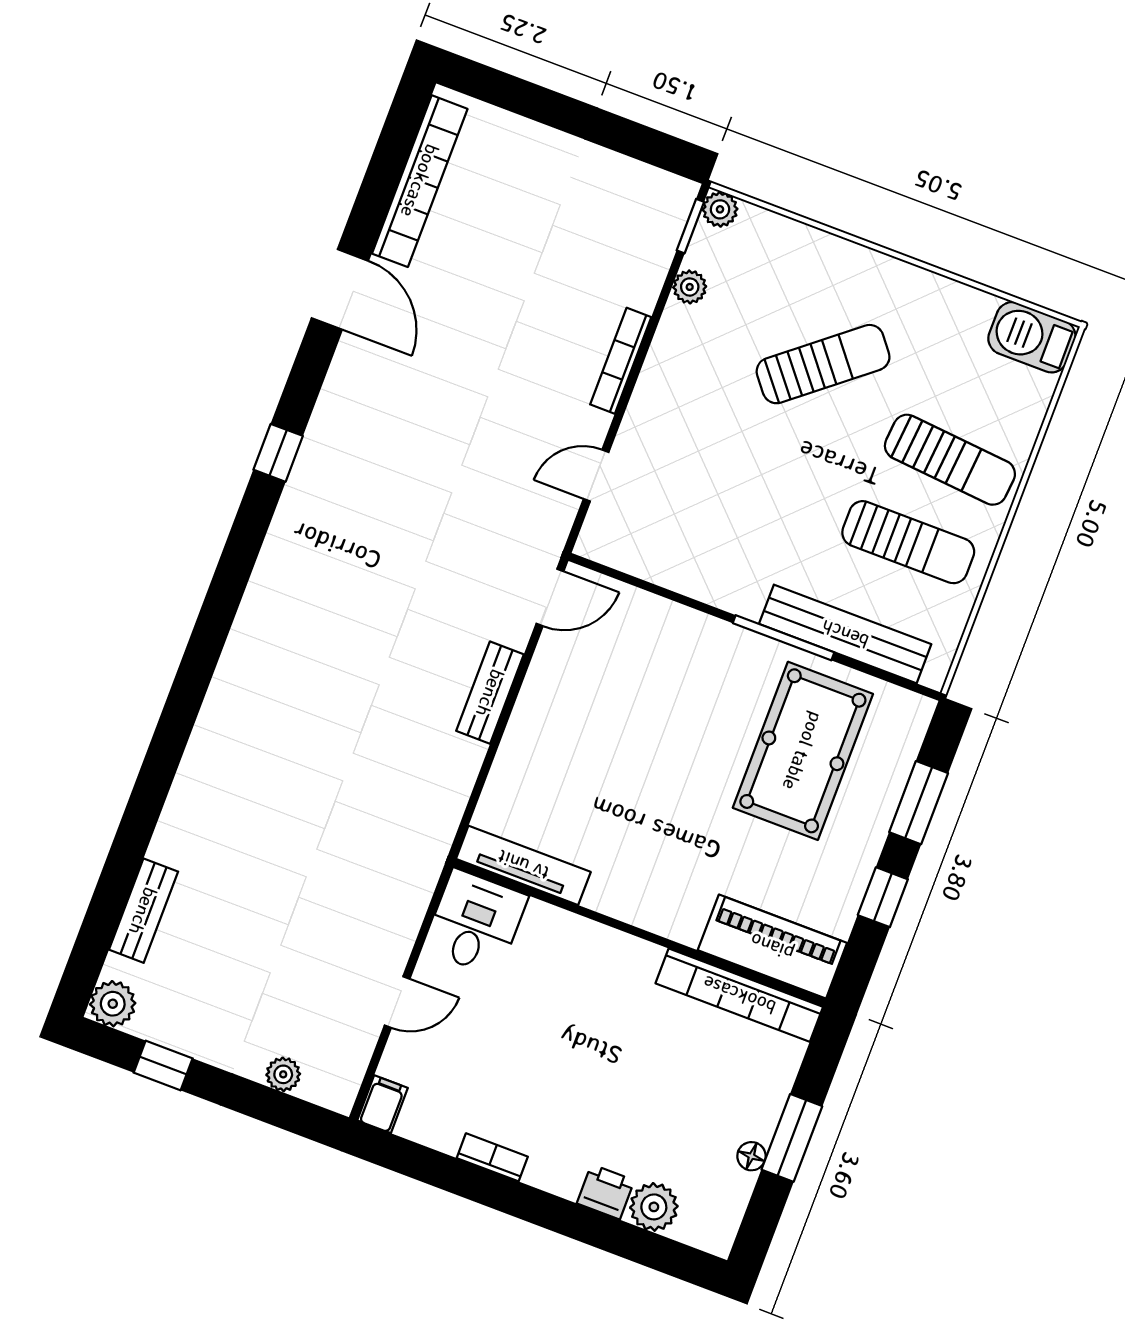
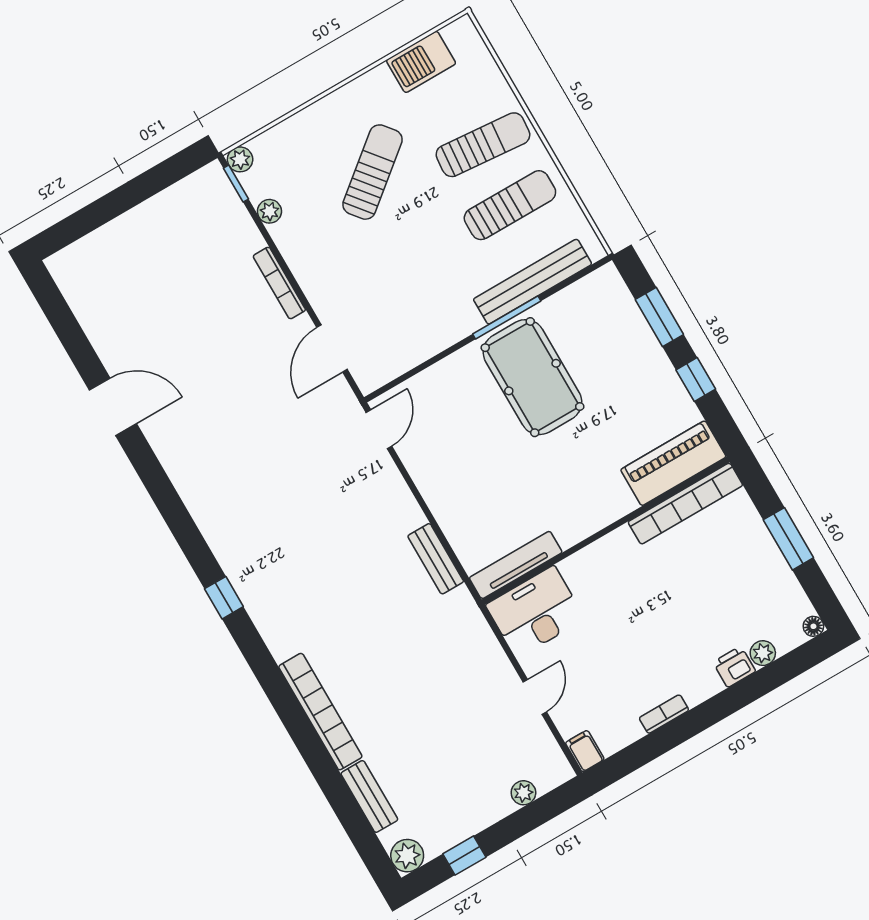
bookcase: (420, 181) -> (320, 712), moved
barbecue: (1032, 337) -> (421, 62), moved
window: (278, 453) -> (224, 598), moved
door: (596, 475) -> (332, 348), width x1.38
bench: (490, 693) -> (436, 559), moved
pool table: (803, 751) -> (532, 377), moved
desk: (475, 923) -> (535, 612), width x1.37
floor lamp: (751, 1156) -> (813, 626), moved
plant: (654, 1207) -> (763, 653), width x0.73, depth x0.73

